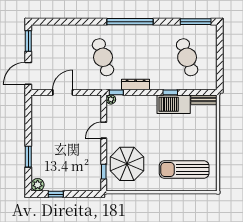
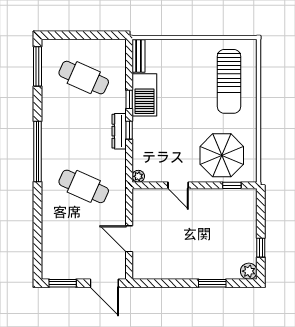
cafe table: (103, 57) -> (84, 186), turned 42
cafe table: (187, 57) -> (84, 78), turned 42
dresser: (136, 85) -> (119, 131), moved
window: (116, 92) -> (129, 130), moved

